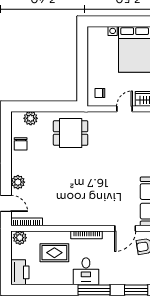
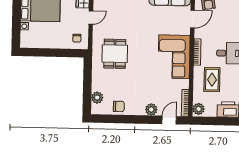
door: (125, 109) -> (91, 17), swing flipped
dining table: (71, 133) -> (115, 54), moved
corner sofa: (80, 208) -> (174, 57), added
door: (125, 228) -> (192, 19), hinge flipped

